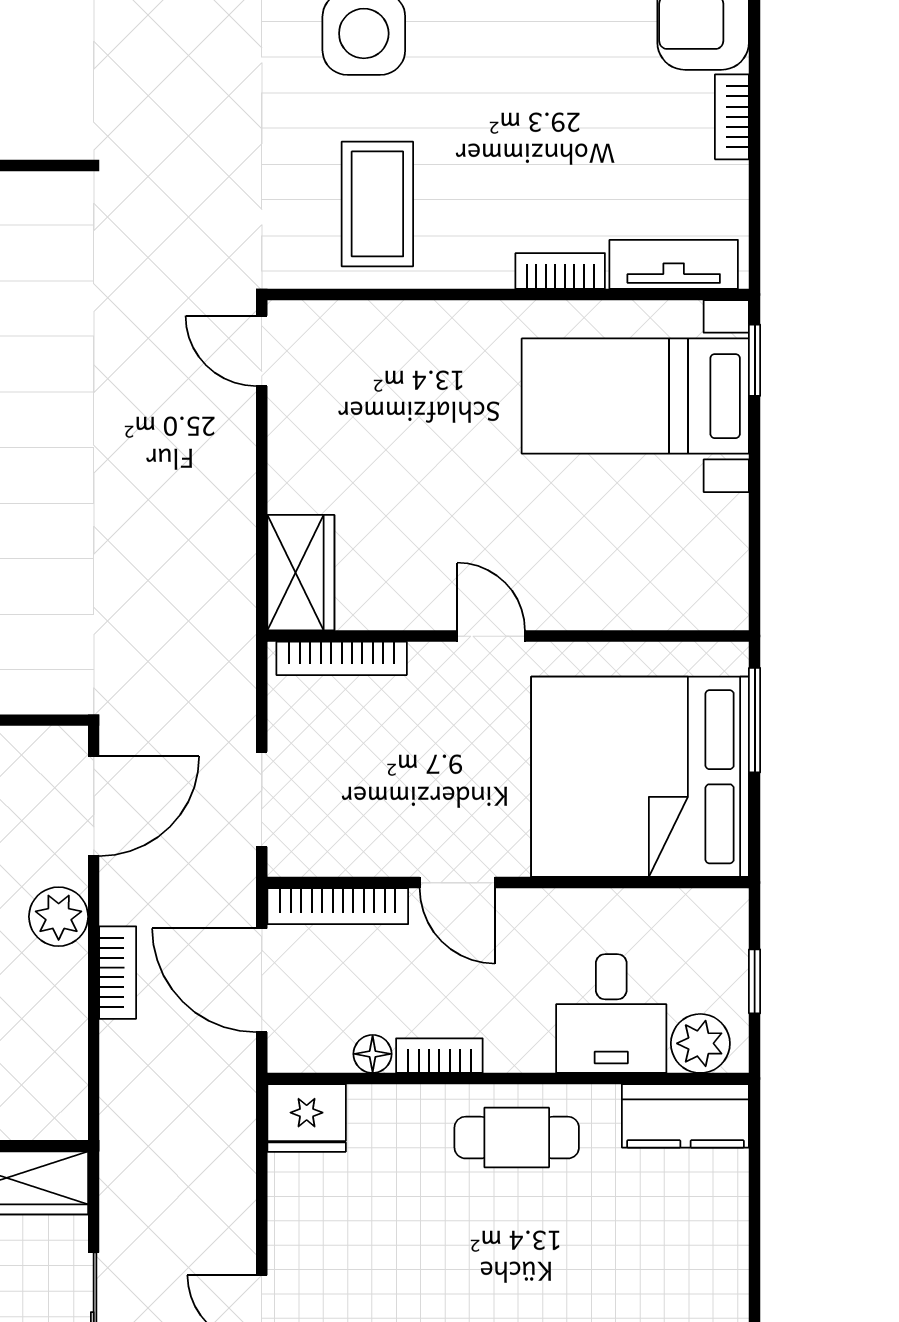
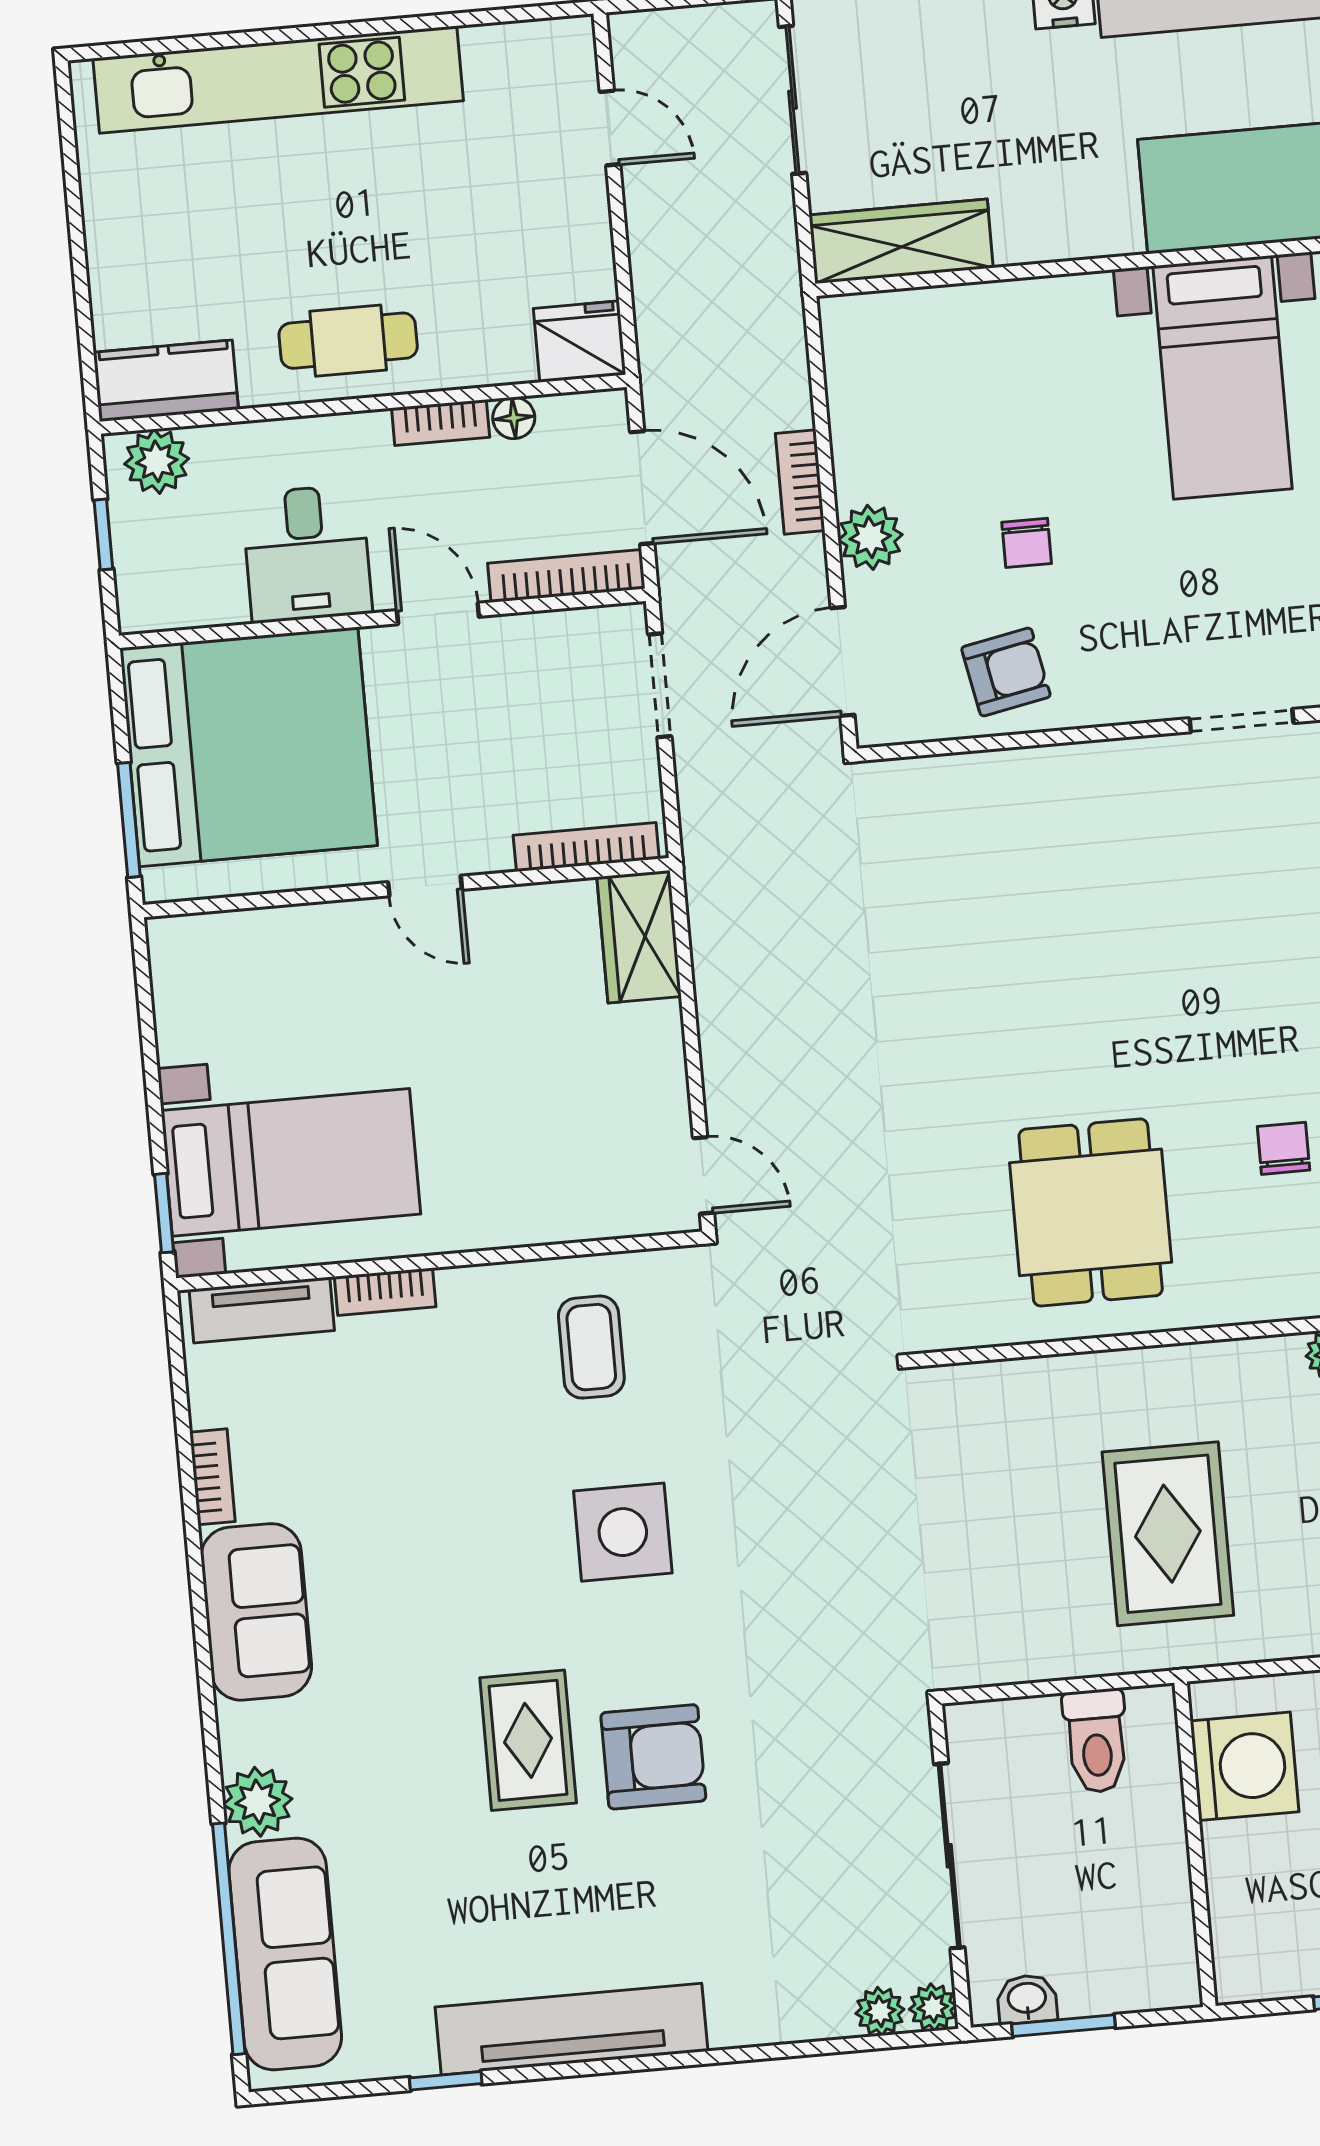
coffee table: (377, 204) -> (591, 1347), width x0.73, depth x0.77
desk: (611, 1014) -> (307, 554), moved, turned 180

